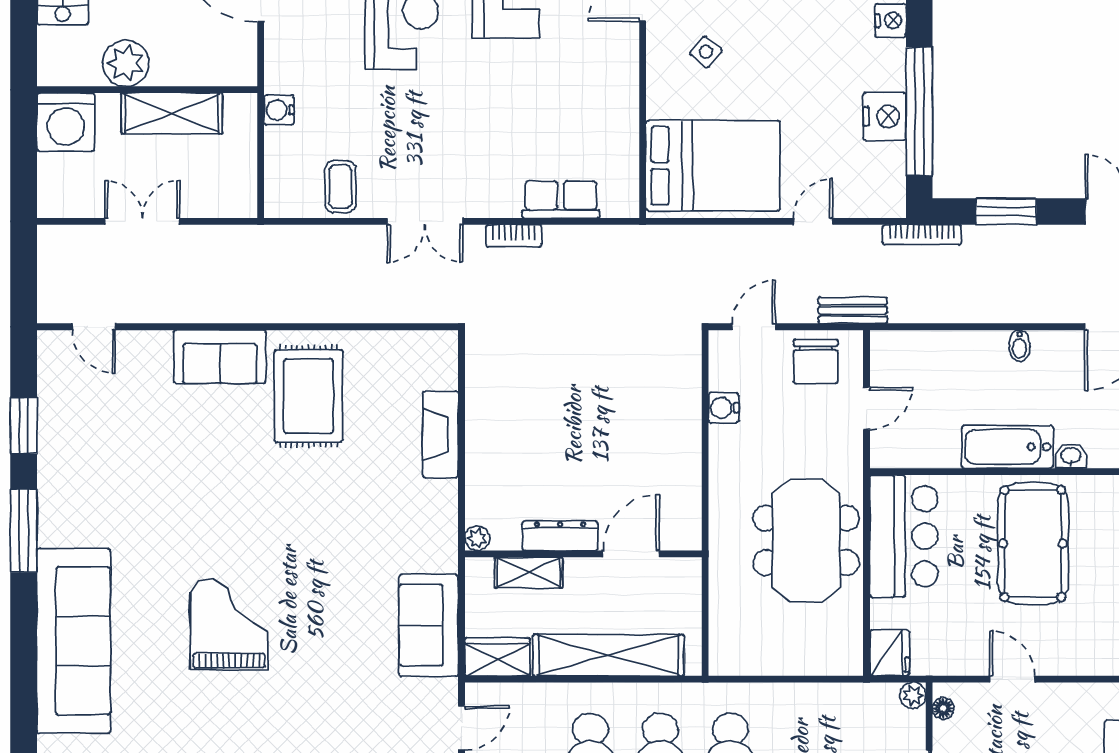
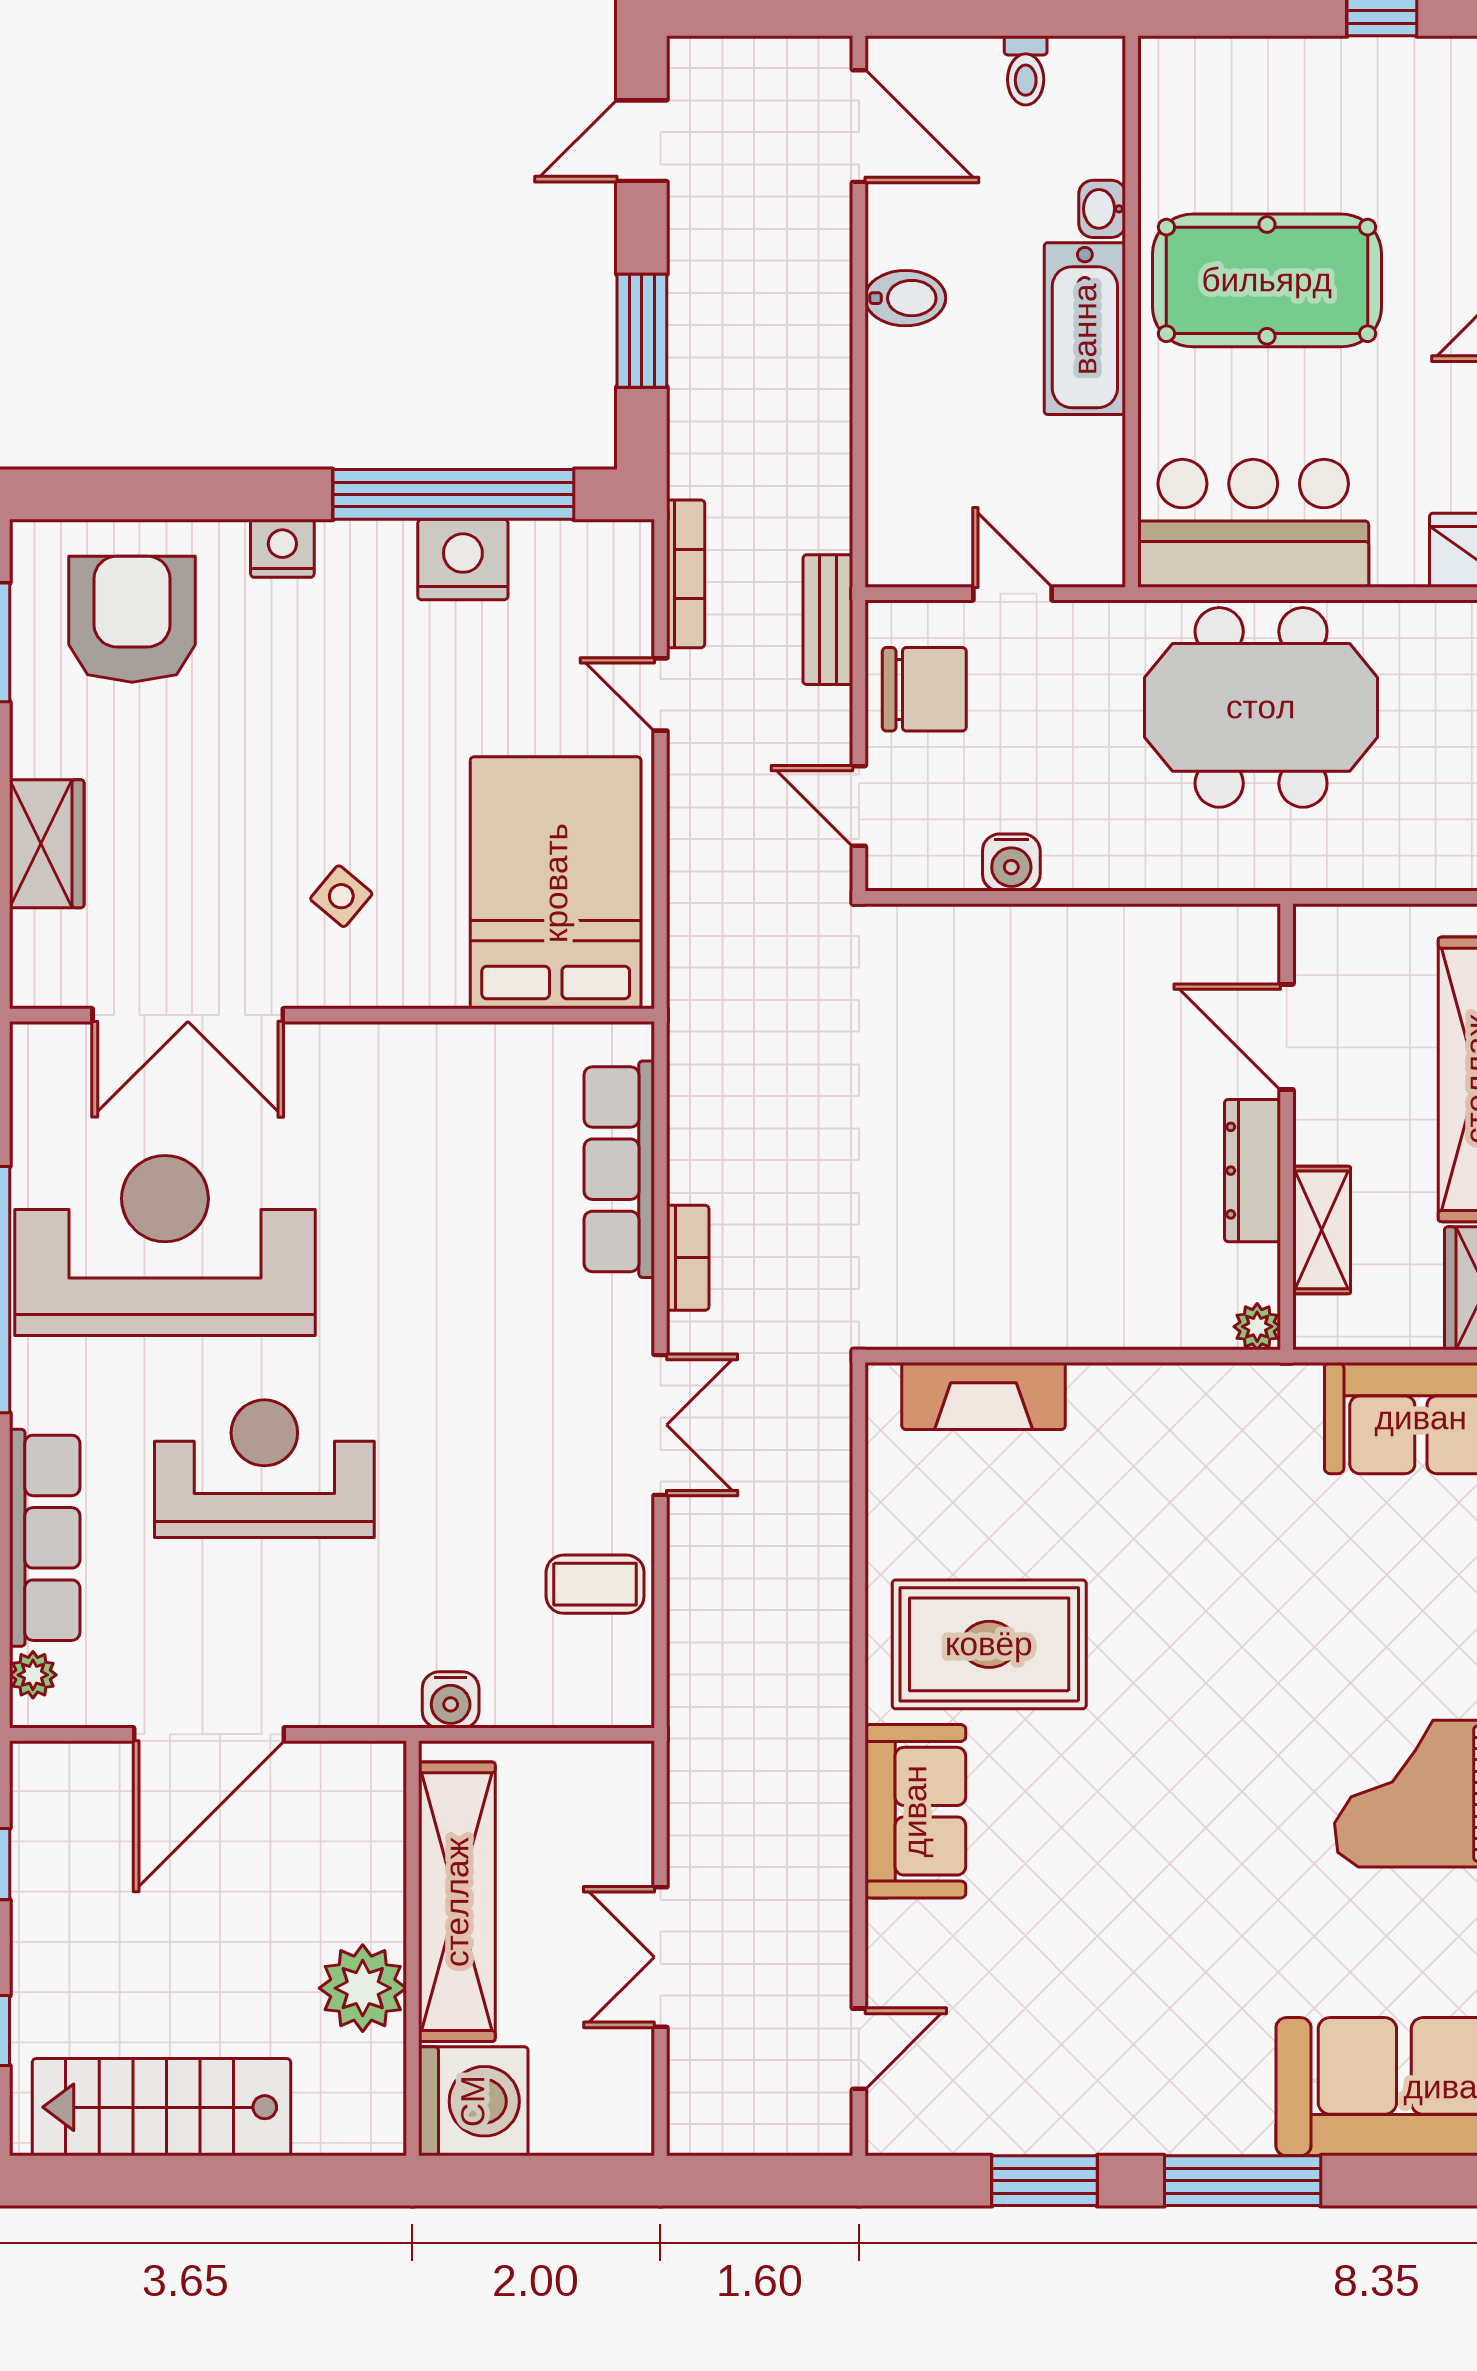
shelving: (172, 113) -> (457, 1902), width x1.47
row of seats: (561, 199) -> (619, 1169), width x1.48
bookcase: (922, 235) -> (686, 574), moved
bidet: (1019, 346) -> (905, 298), width x1.38, depth x1.36
fireplace: (440, 434) -> (984, 1396), moved

